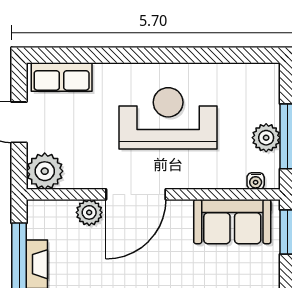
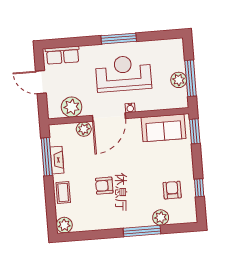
window: (164, 55) -> (119, 39), added
plant: (45, 171) -> (72, 107), moved
water cooler: (256, 181) -> (130, 108), moved

